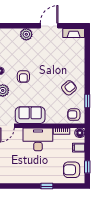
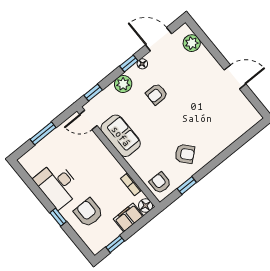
fireplace: (74, 33) -> (249, 110), removed
plant: (26, 34) -> (192, 43), moved
desk: (38, 139) -> (57, 185), moved, turned 180
filing cabinet: (79, 148) -> (128, 217), width x2.00
armchair: (72, 170) -> (88, 213), moved

